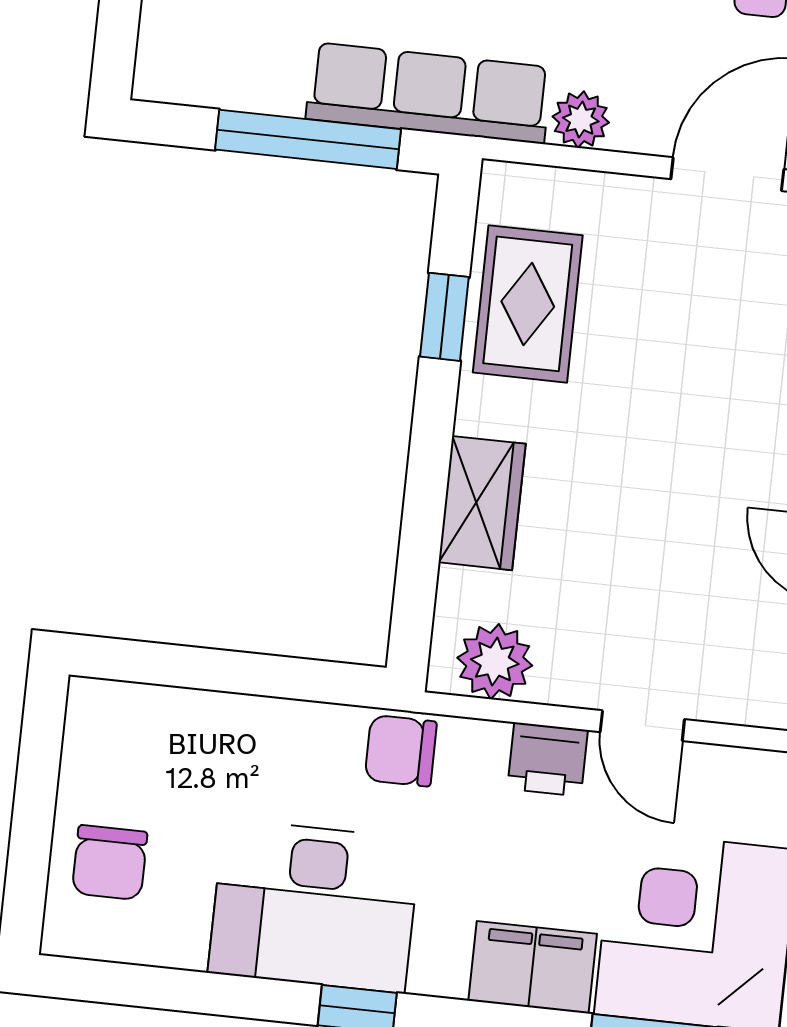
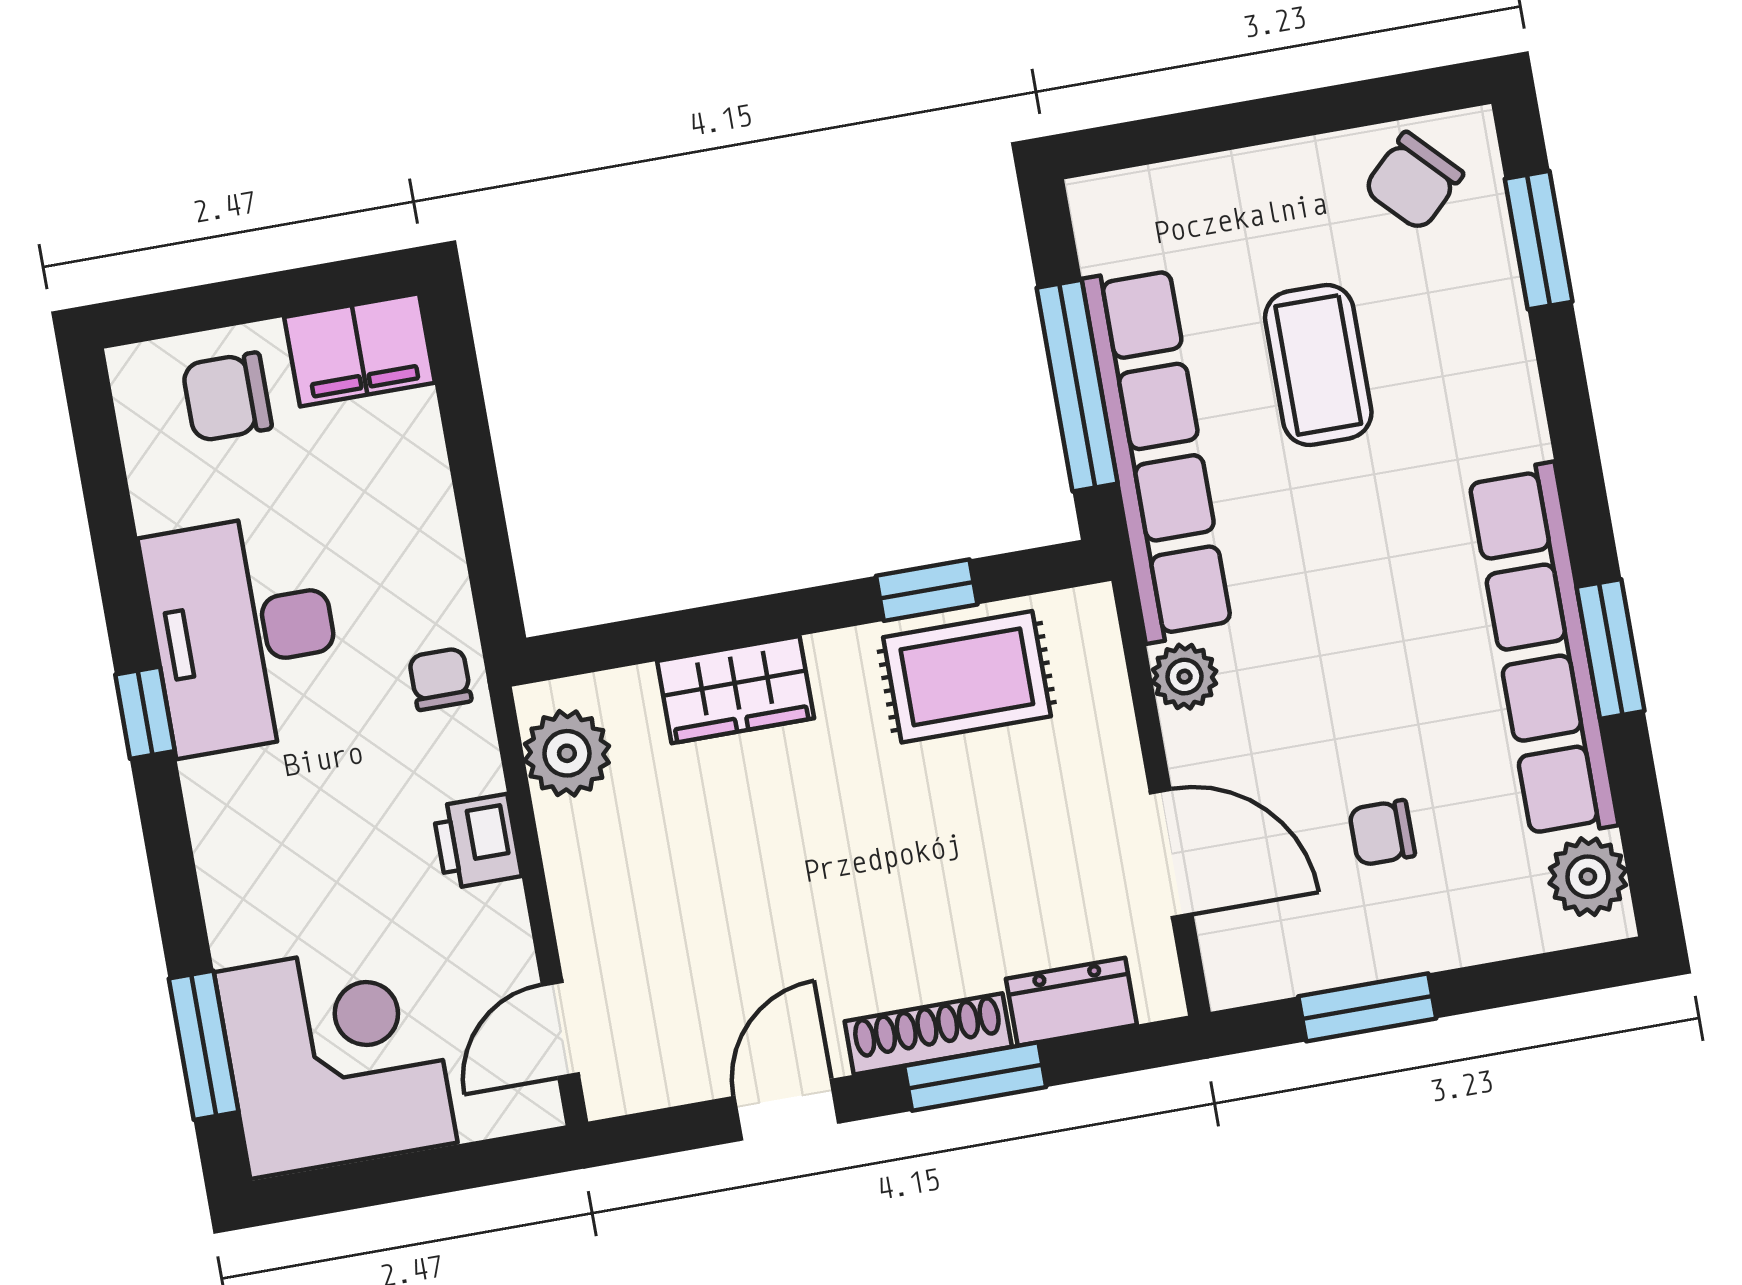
row of seats: (429, 93) -> (1157, 454), width x1.36
door: (642, 726) -> (560, 1029), moved
chair: (401, 751) -> (440, 679), width x0.73, depth x0.73
filing cabinet: (533, 967) -> (359, 350), moved, turned 90

